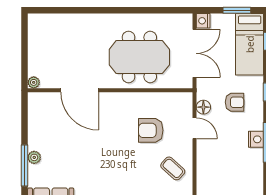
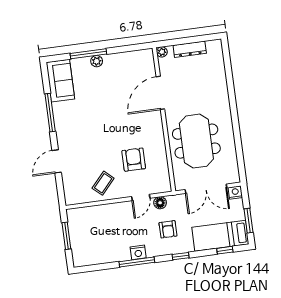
dresser: (35, 51) -> (190, 49), added

